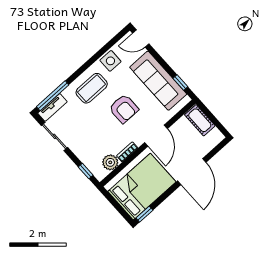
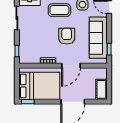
armchair: (124, 109) -> (67, 36), turned 180
cot: (200, 120) -> (101, 89), moved
plant: (110, 162) -> (34, 58), removed

